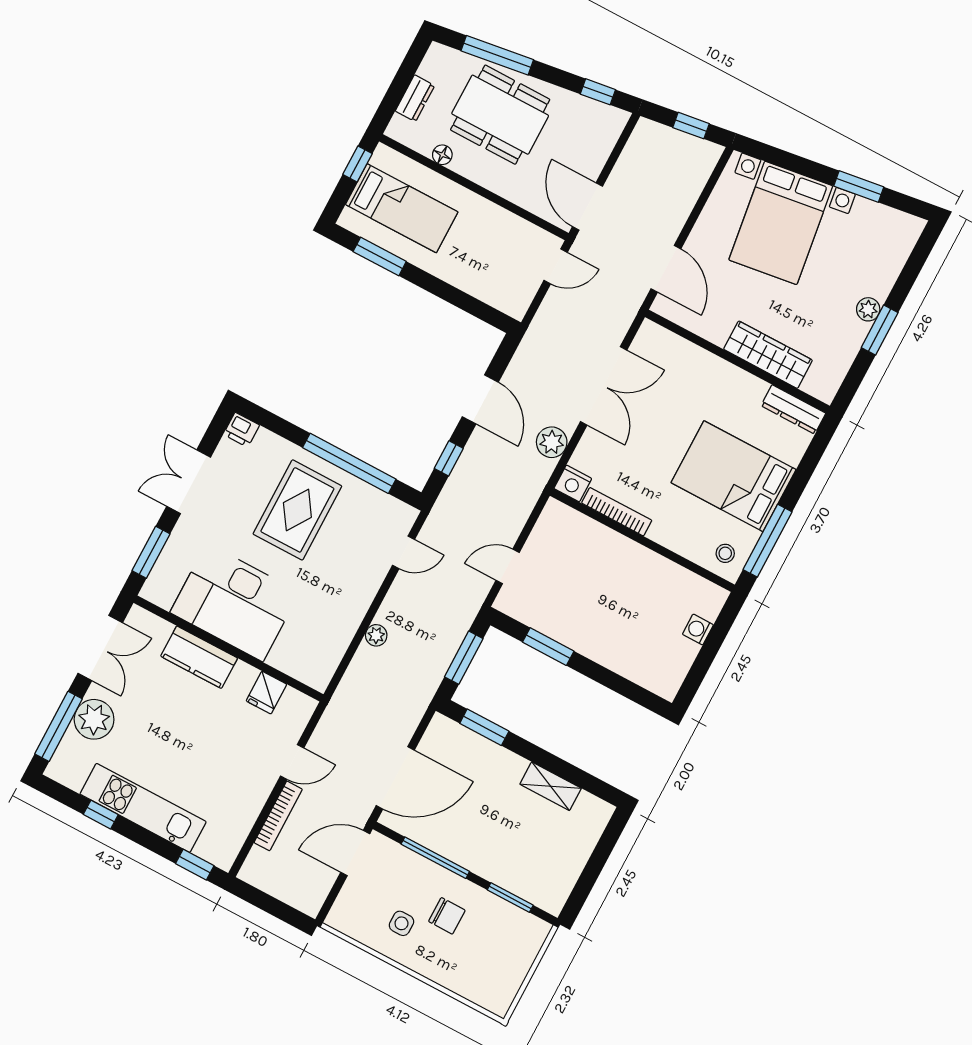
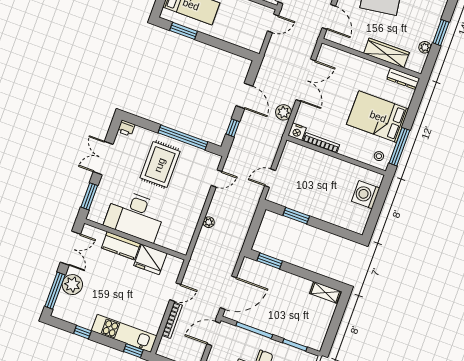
plant: (868, 309) -> (425, 47), moved
washing machine: (698, 630) -> (366, 195), width x1.89, depth x1.89
window: (464, 658) -> (254, 227), removed
fridge: (266, 693) -> (150, 259), width x1.88, depth x1.34
shelving: (551, 786) -> (325, 292), moved
kitchen unit: (143, 808) -> (124, 333), moved

